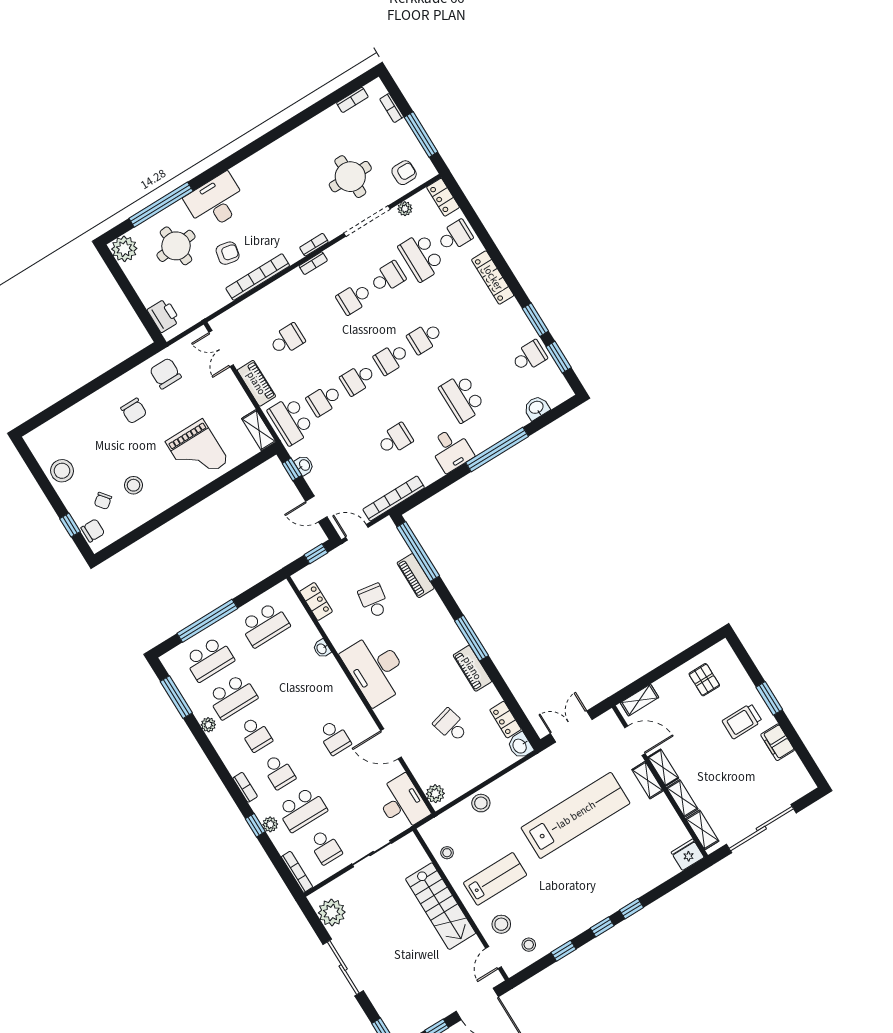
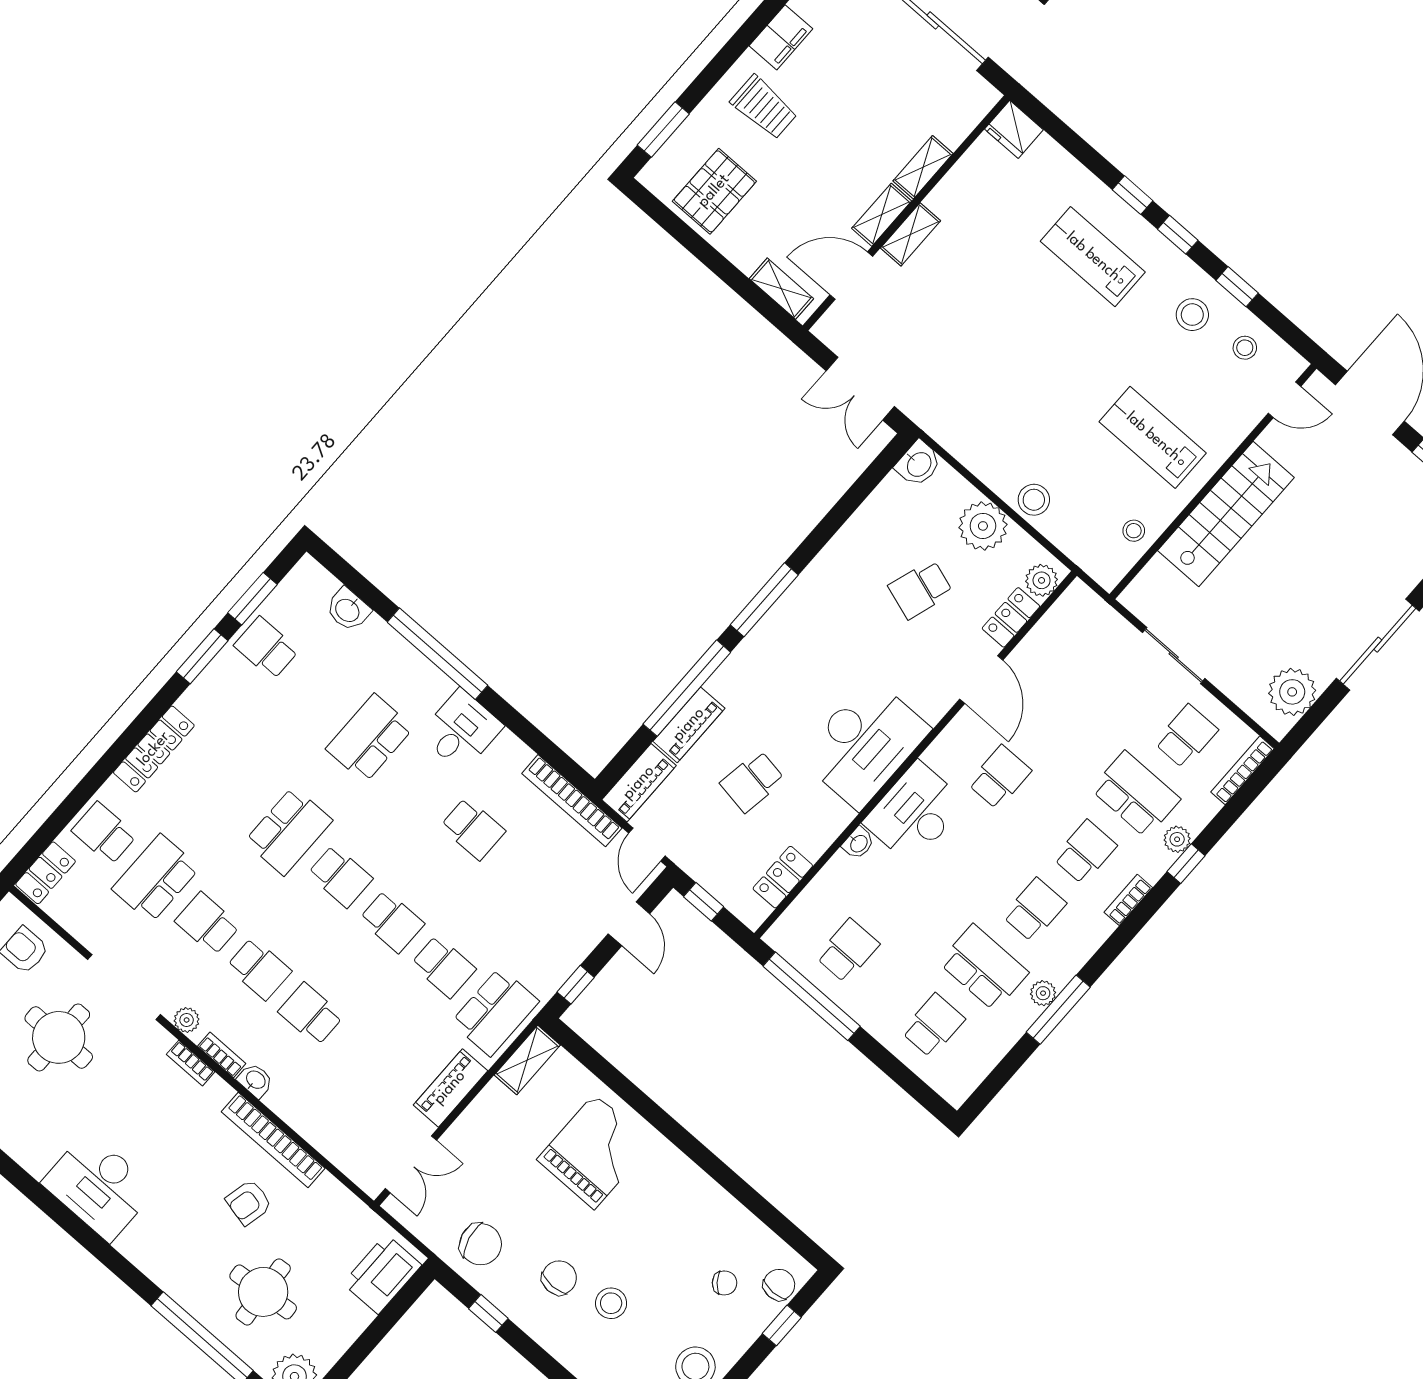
desk: (216, 202) -> (99, 1186), moved
plant: (405, 209) -> (187, 1020), moved
armchair: (228, 253) -> (249, 1202), turned -89
school desk: (421, 257) -> (156, 878), turned 180
printer: (164, 315) -> (382, 1274), width x1.37, depth x1.19
school desk: (425, 338) -> (289, 831), width x1.85
school desk: (287, 340) -> (311, 1014), moved
window: (126, 366) -> (488, 1313), added
chair: (165, 373) -> (481, 1244), turned -103
school desk: (462, 398) -> (370, 738), turned 180
school desk: (395, 439) -> (473, 829), turned 180
washbasin: (304, 465) -> (255, 1080), moved, turned 90
stool: (133, 485) -> (611, 1303), moved
chair: (93, 530) -> (779, 1285), turned 90
window: (418, 552) -> (687, 688), moved
window: (207, 621) -> (812, 996), moved
school desk: (265, 625) -> (848, 951), width x0.54
school desk: (209, 659) -> (933, 1025), width x0.54
piano: (472, 668) -> (639, 783), moved
pallet: (704, 680) -> (714, 191), width x1.50, depth x1.42
window: (176, 697) -> (1058, 1010), moved
window: (769, 698) -> (663, 130), moved
locker: (505, 720) -> (1011, 617), moved, turned 180
school desk: (451, 726) -> (921, 589), turned 33
door: (635, 741) -> (851, 276), hinge flipped
plant: (475, 771) -> (983, 526), added
desk: (402, 803) -> (915, 813), moved
lab bench: (576, 815) -> (1093, 257), moved, width x0.54, depth x0.72
shelving: (702, 830) -> (965, 118), removed
stool: (501, 924) -> (1192, 315), moved

